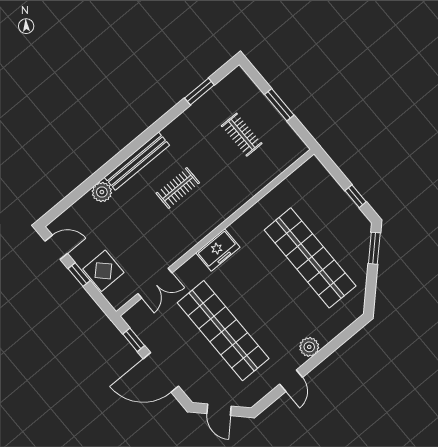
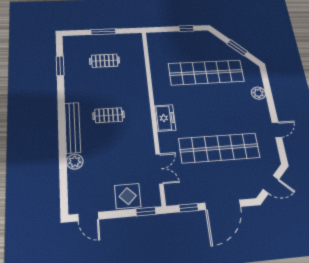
clothes rail: (178, 188) -> (109, 115), turned 90
door: (56, 247) -> (88, 217), swing flipped
window: (374, 248) -> (237, 48), moved
window: (79, 275) -> (146, 212), moved
plant: (309, 347) -> (258, 93), moved
door: (291, 381) -> (277, 130), hinge flipped

